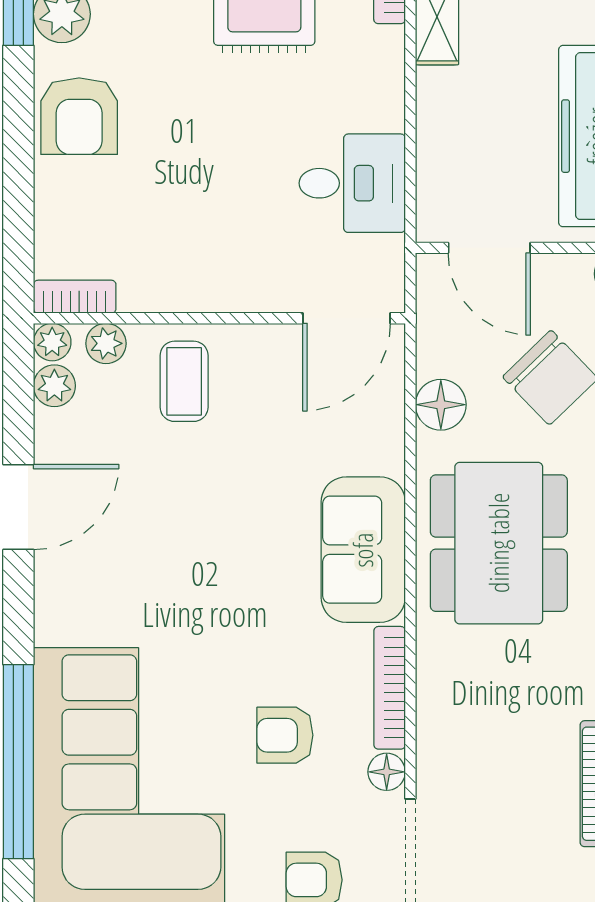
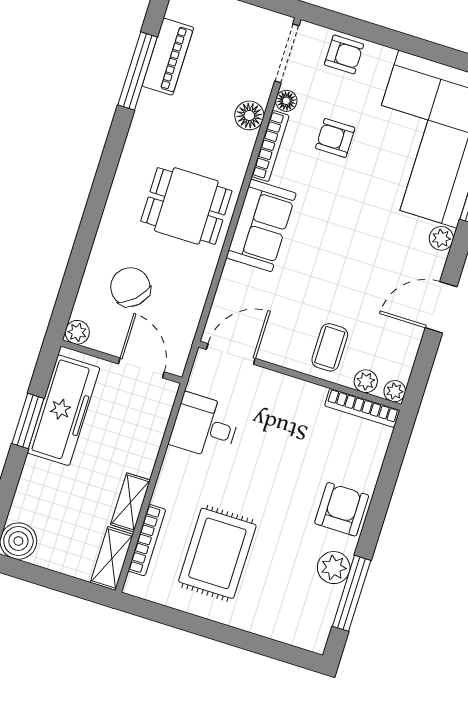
bookcase: (75, 297) -> (362, 408), width x1.56
plant: (54, 386) -> (441, 238), moved
floor lamp: (441, 405) -> (249, 115), moved
dining table: (499, 543) -> (186, 206), width x0.73
armchair: (285, 735) -> (335, 138), turned 180

